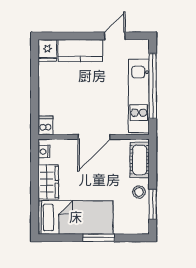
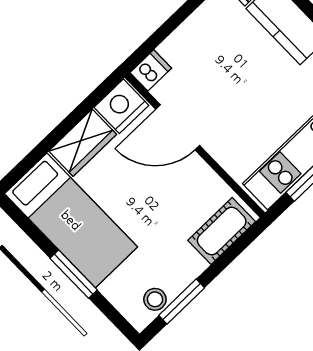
door: (94, 137) -> (178, 127), moved
nightstand: (44, 152) -> (121, 106), width x1.89, depth x1.79
stool: (139, 192) -> (155, 299), moved

